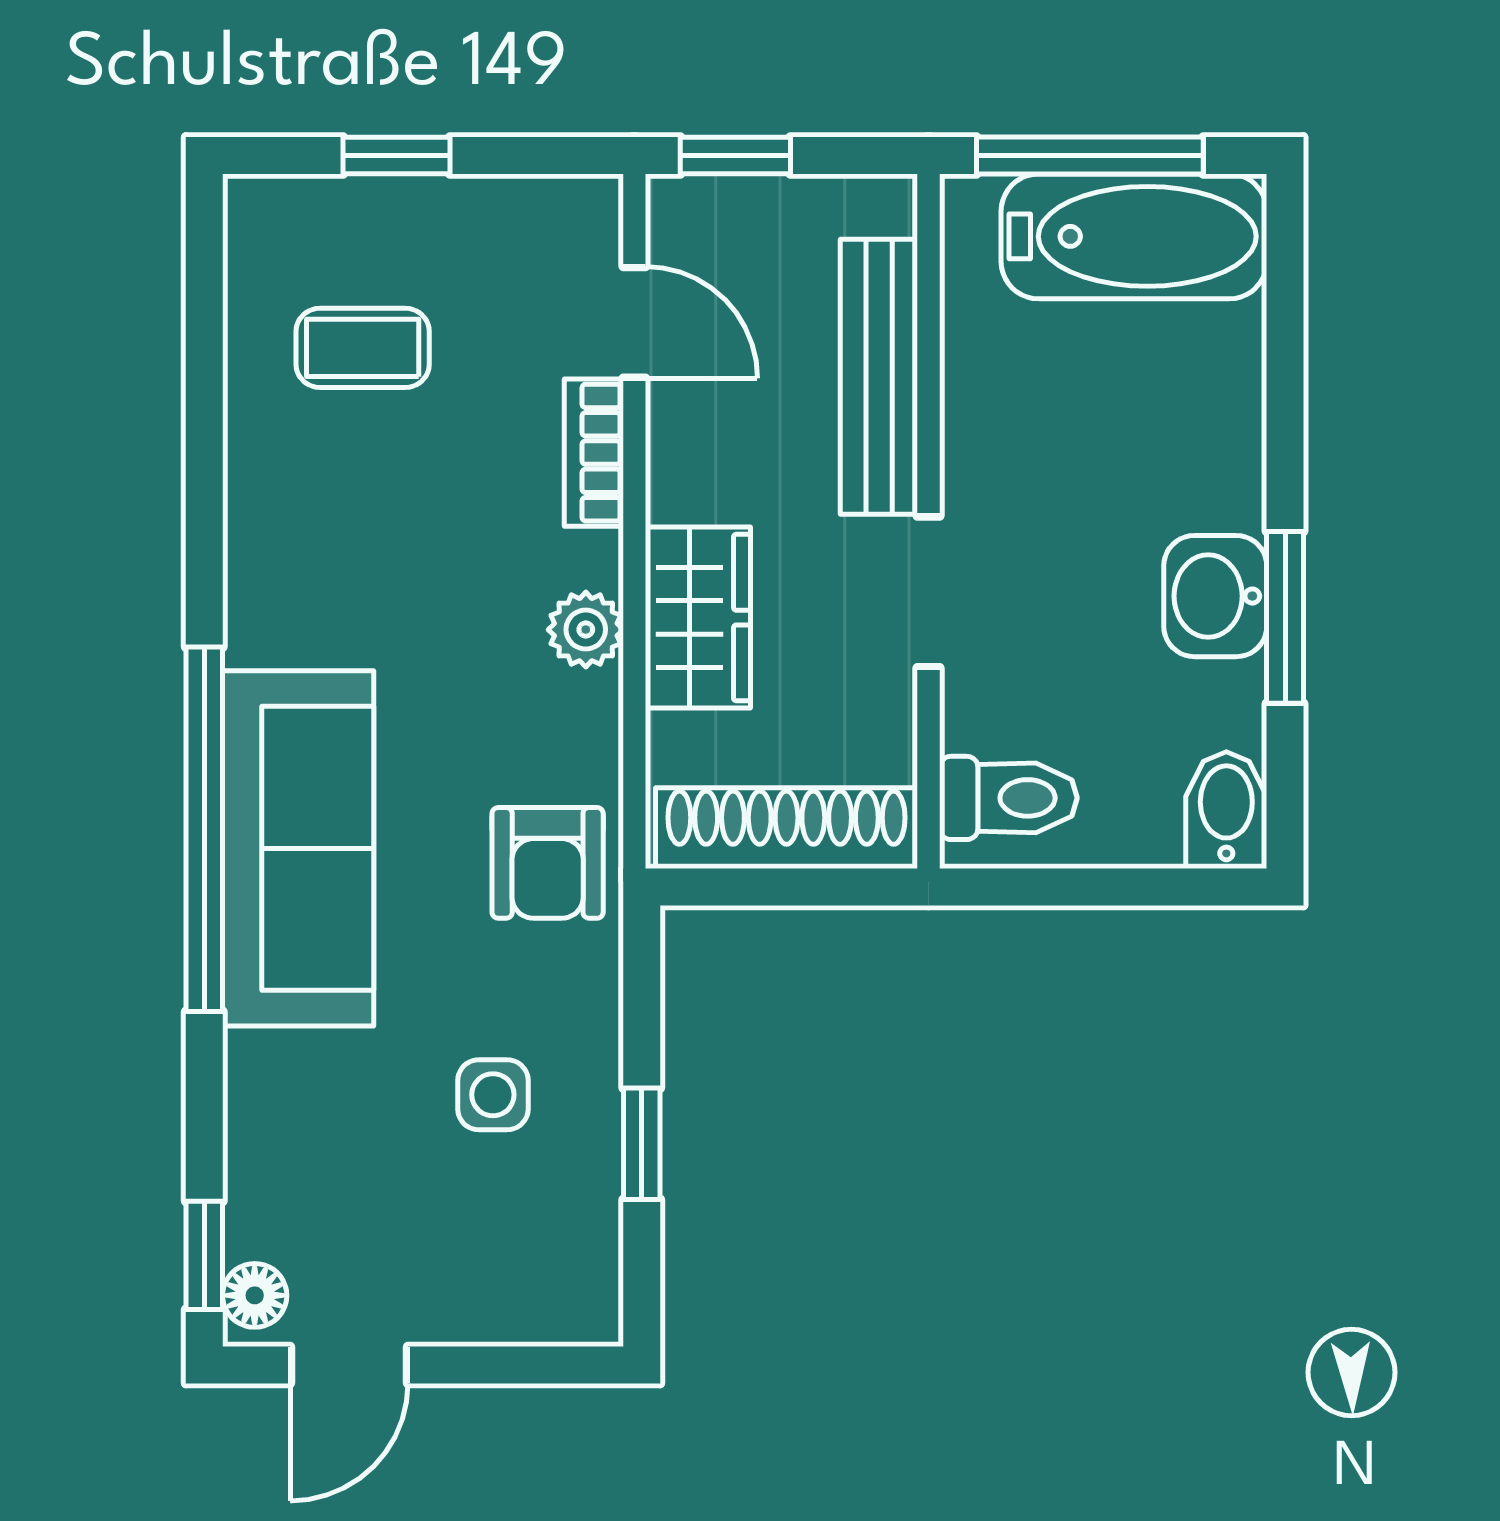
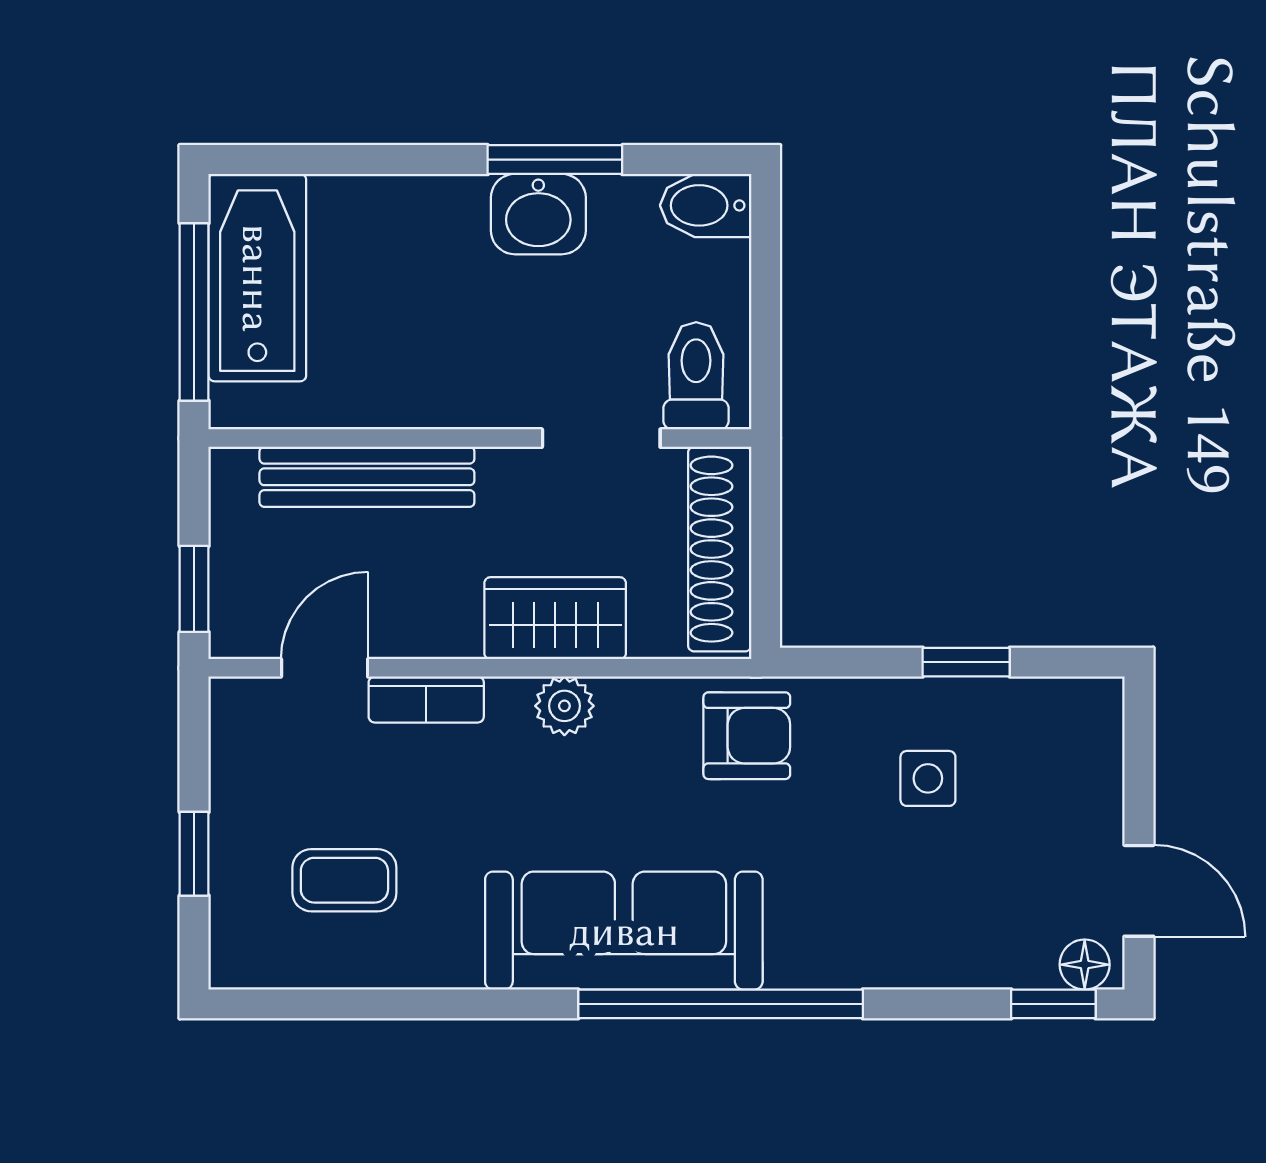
coffee table: (363, 348) -> (344, 880), turned 90
doorway: (929, 592) -> (601, 438), moved
sofa: (298, 848) -> (624, 931), moved

